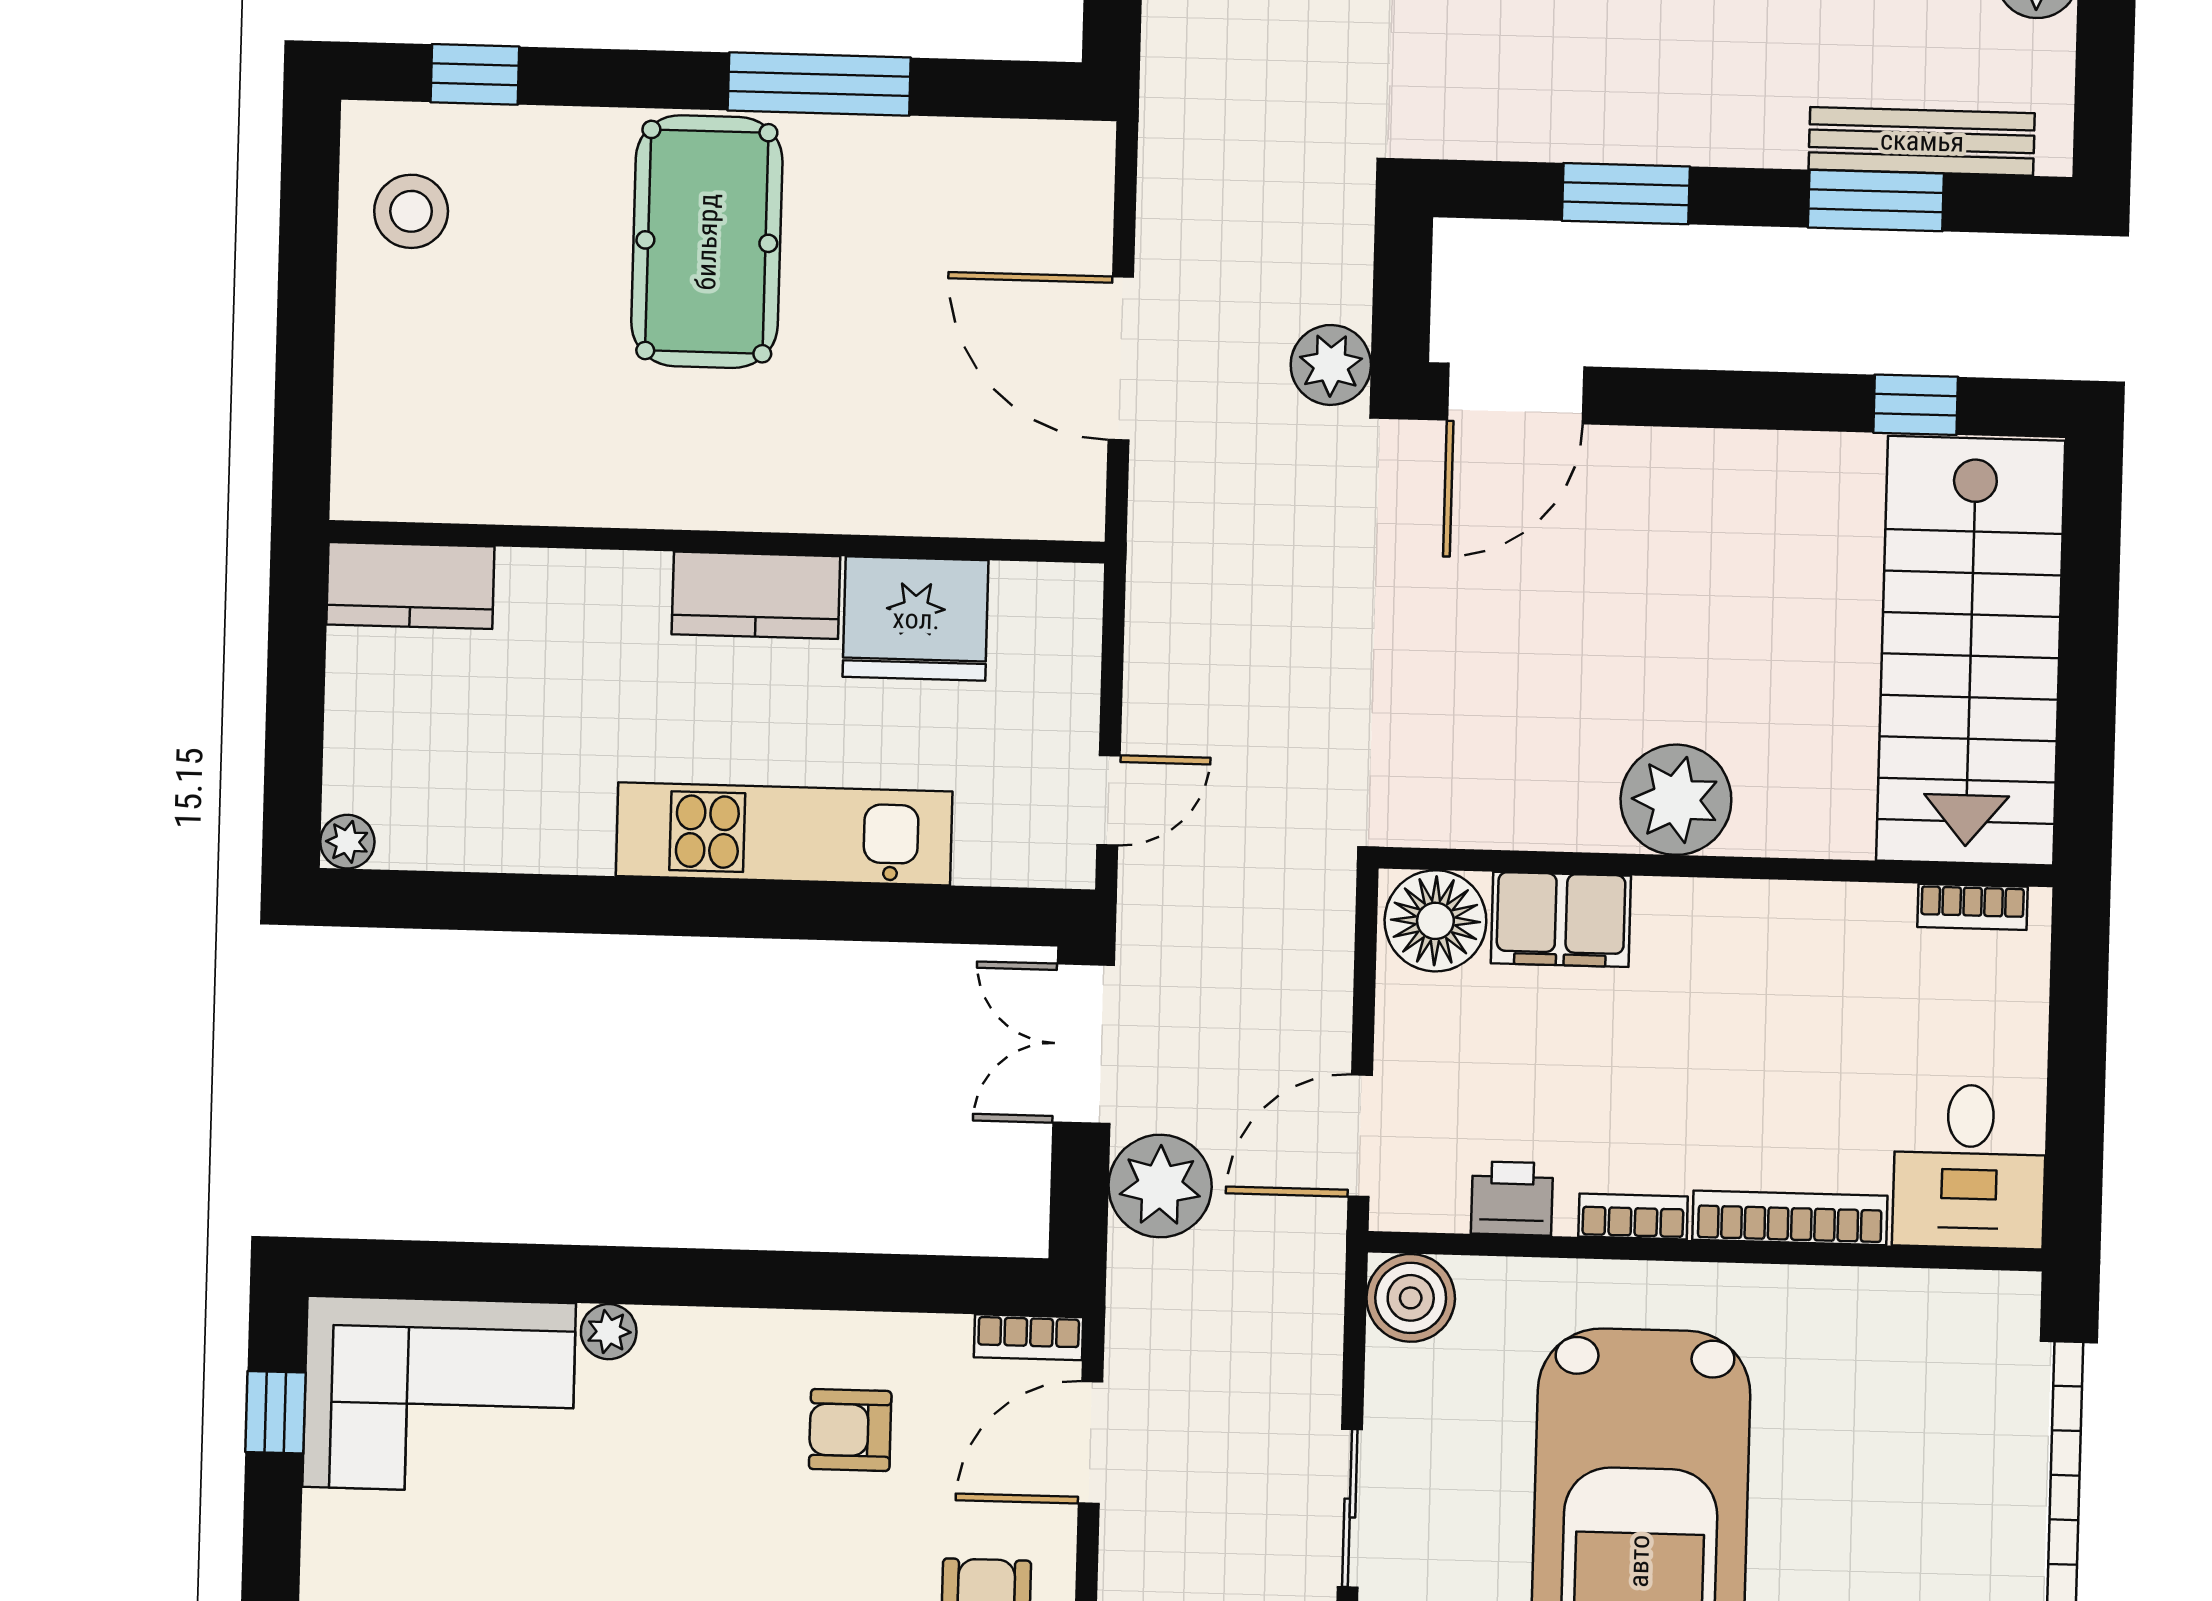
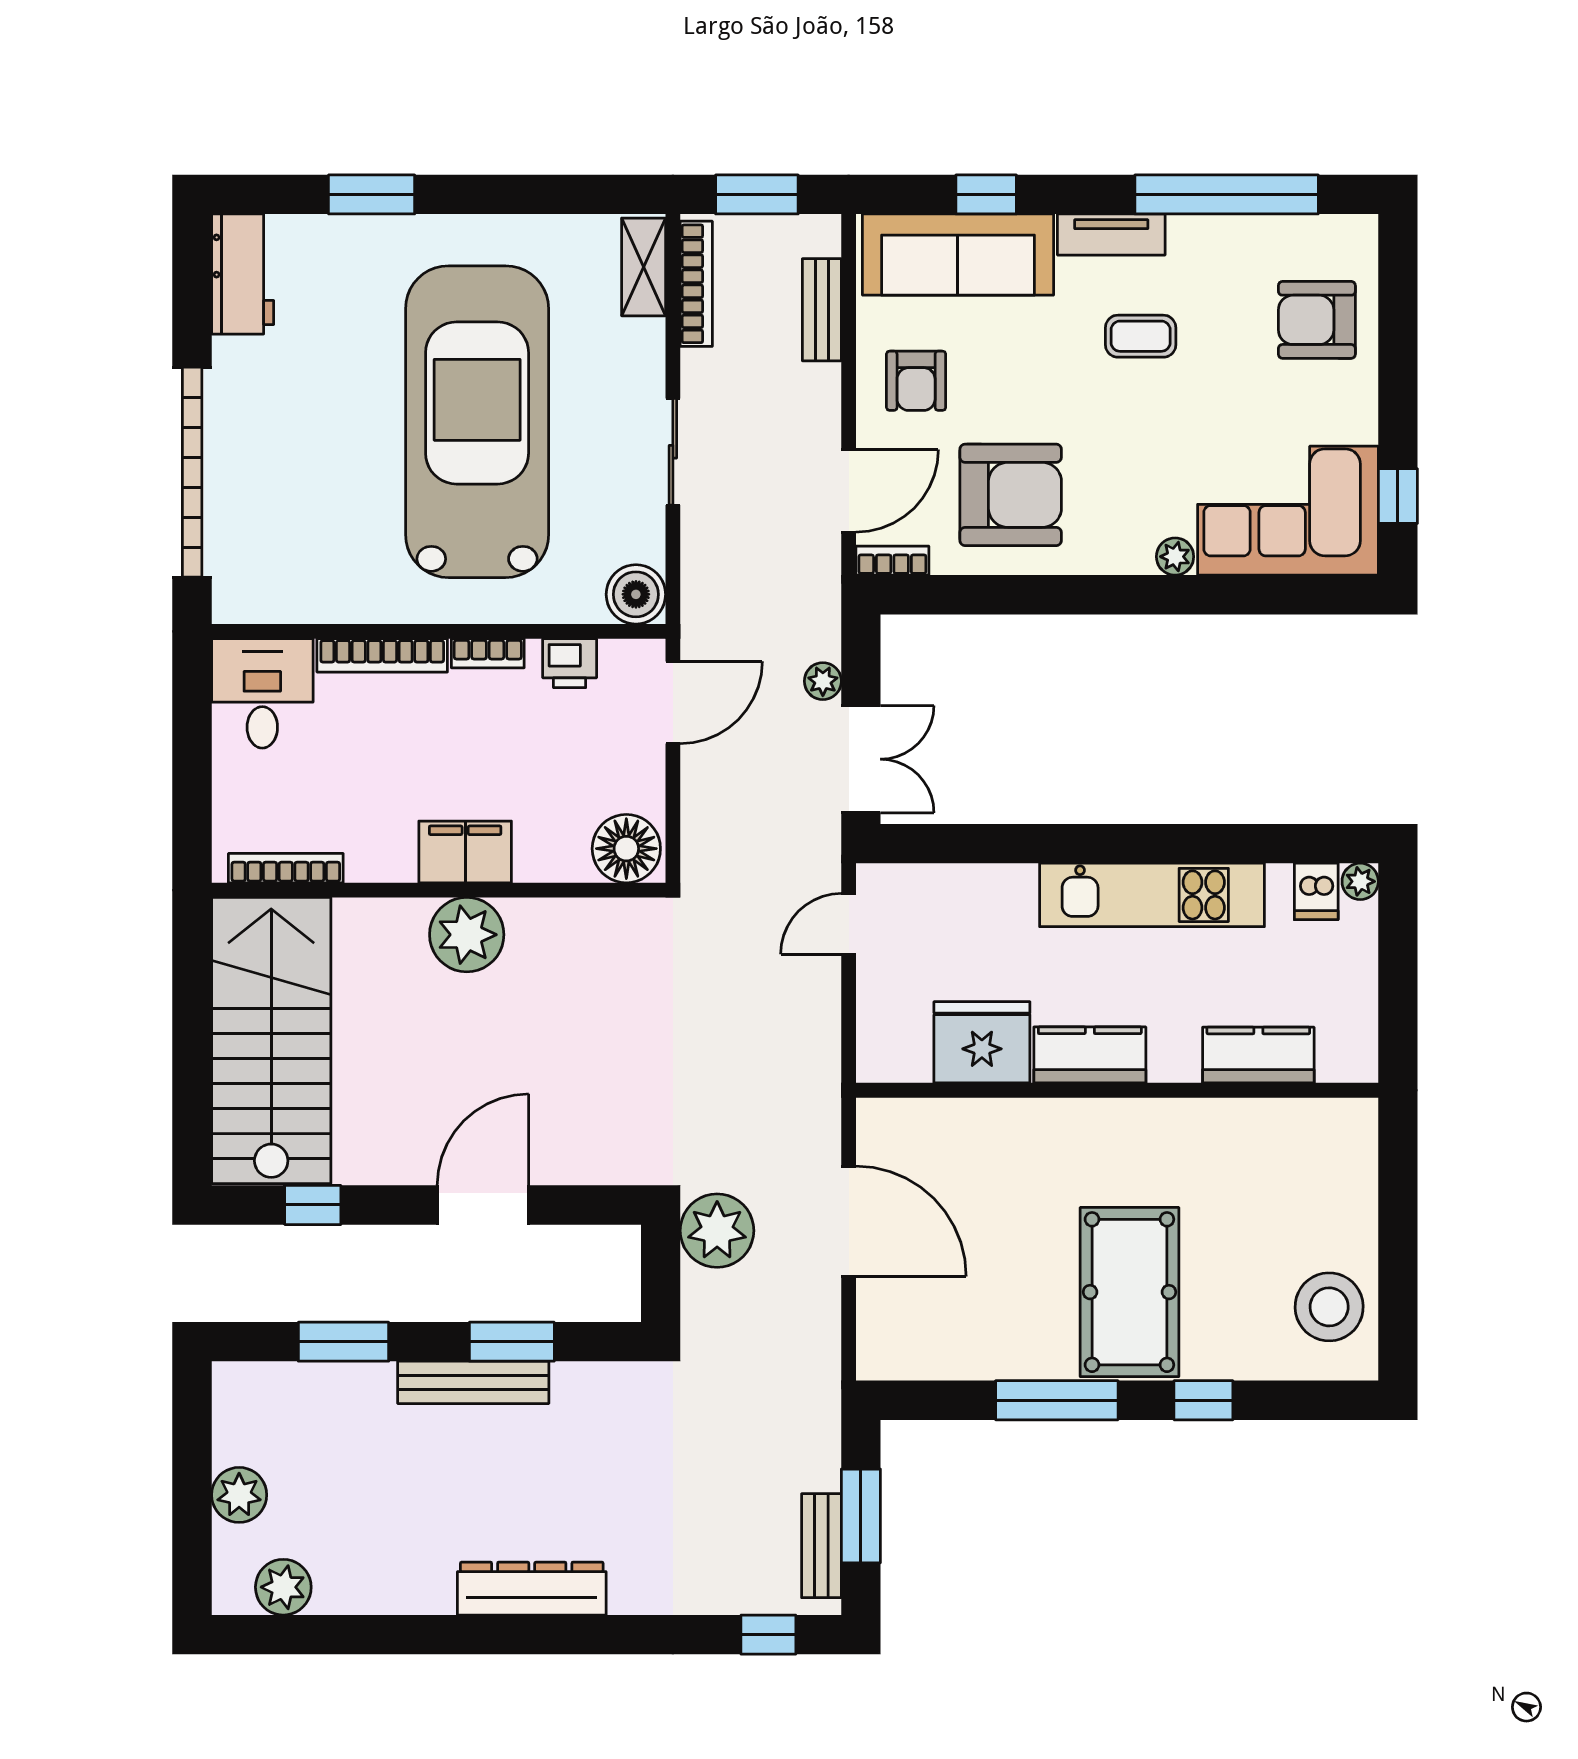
window: (475, 74) -> (1203, 1400), moved
bench: (1922, 141) -> (473, 1382), moved
stool: (411, 211) -> (1329, 1307), width x1.38, depth x1.38
plant: (1331, 365) -> (717, 1231), width x1.36, depth x1.36
door: (1516, 394) -> (483, 1205), moved
kitchen counter: (410, 585) -> (1258, 1055), moved
dishwasher: (413, 829) -> (1316, 891), added
kitchen unit: (784, 834) -> (1152, 895), moved
bookcase: (1972, 907) -> (286, 868), width x1.56
filing cabinet: (1561, 919) -> (465, 852), moved
plant: (1160, 1186) -> (823, 681), width x0.53, depth x0.53
armchair: (850, 1430) -> (1011, 495), width x1.88, depth x1.88

